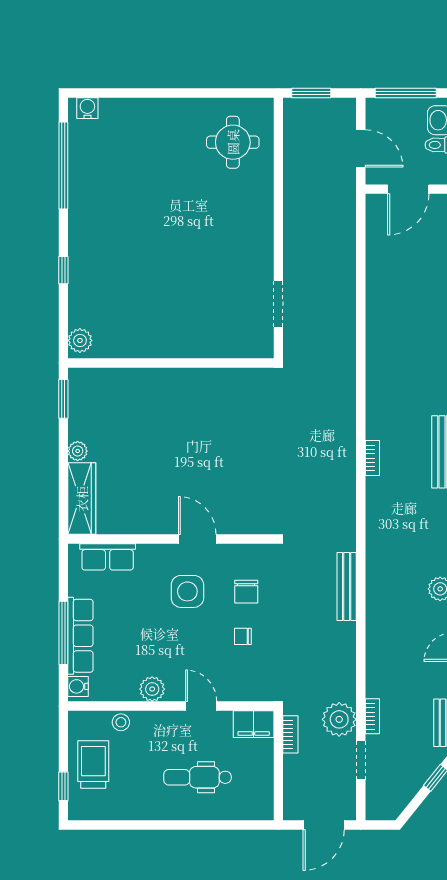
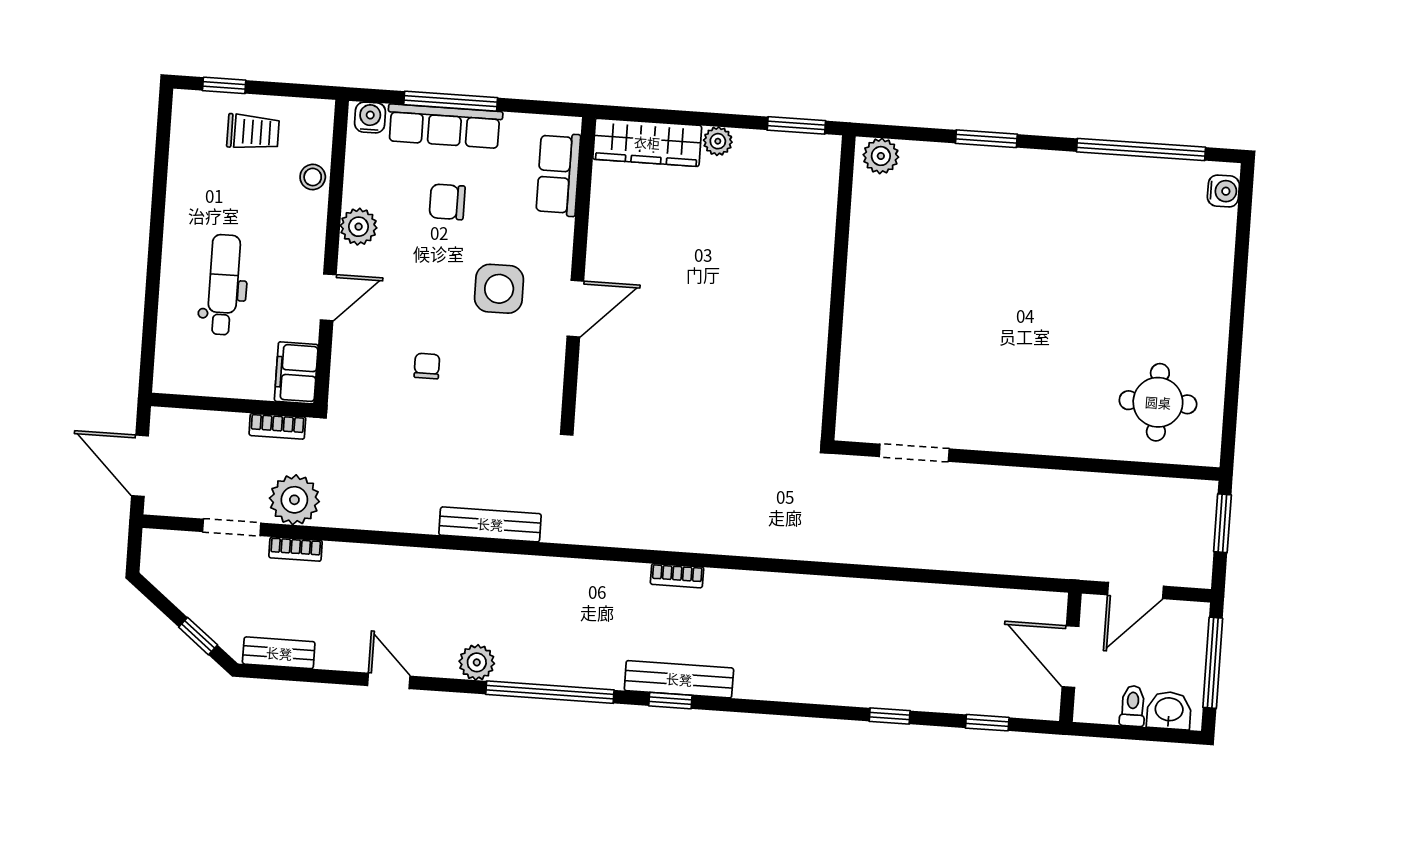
window: (63, 270) -> (986, 139), width x1.50
chair: (246, 592) -> (447, 202), moved
trolley: (93, 765) -> (253, 132), width x0.73, depth x0.72

